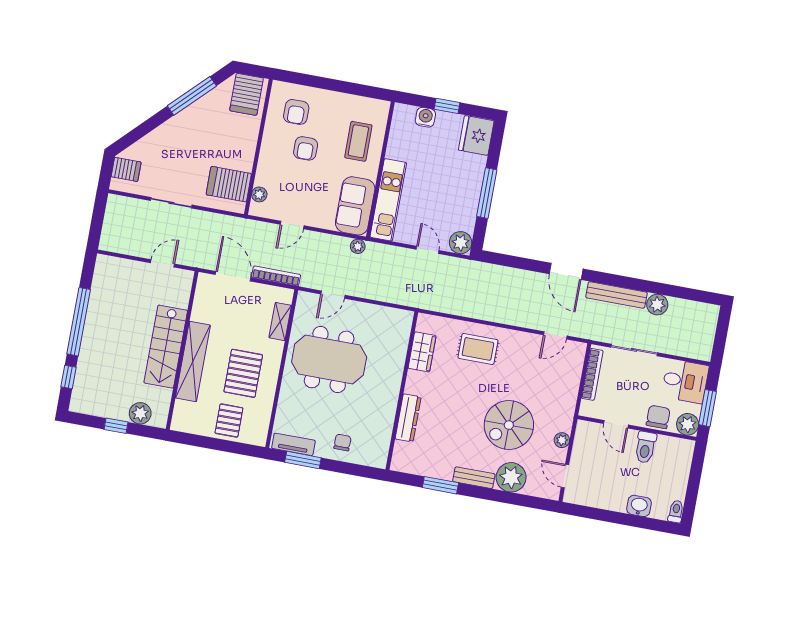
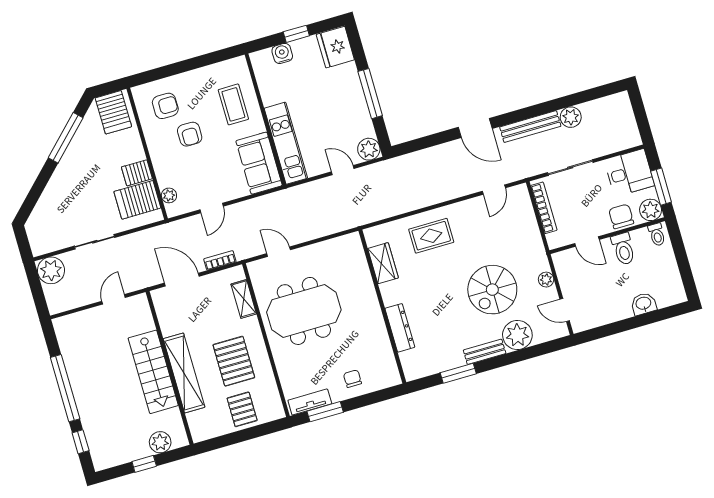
armchair: (296, 112) -> (165, 106), turned -90
server rack: (126, 169) -> (137, 173), moved, turned 180
plant: (358, 246) -> (51, 270), moved, width x1.88, depth x1.88
bookcase: (276, 276) -> (220, 260), width x0.64
door: (333, 295) -> (279, 252), swing flipped
toilet: (676, 511) -> (657, 235), moved, turned 180

